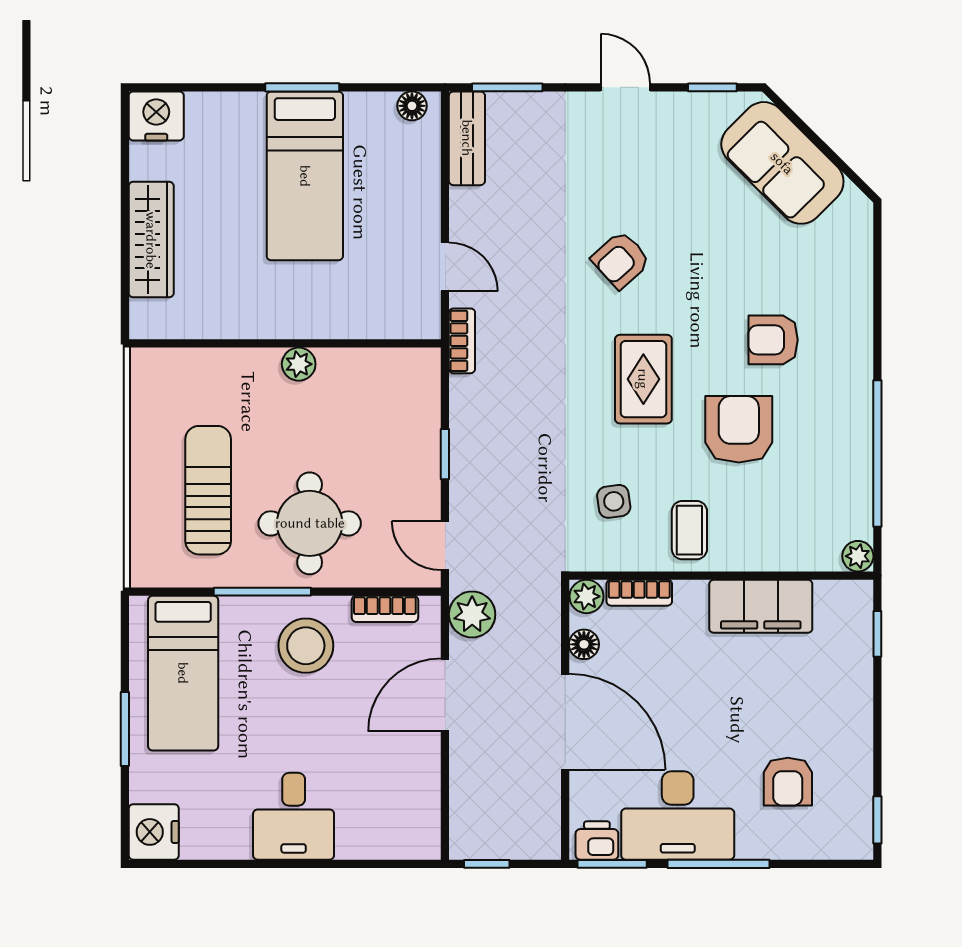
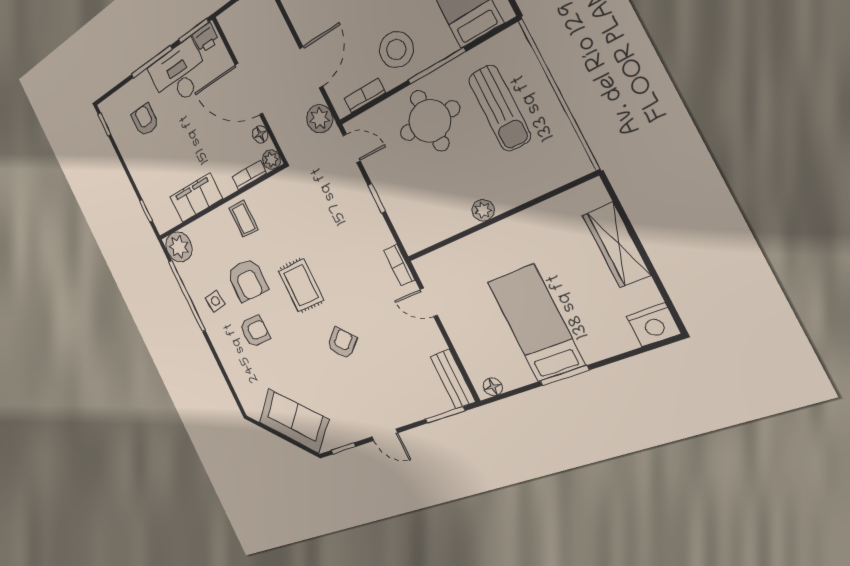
side table: (614, 501) -> (215, 301), moved
plant: (858, 556) -> (179, 247), width x1.87, depth x1.87

